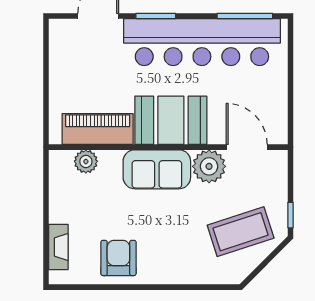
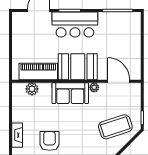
bar counter: (202, 42) -> (75, 25), width x0.54
plant: (209, 166) -> (94, 87), width x0.53, depth x0.53

